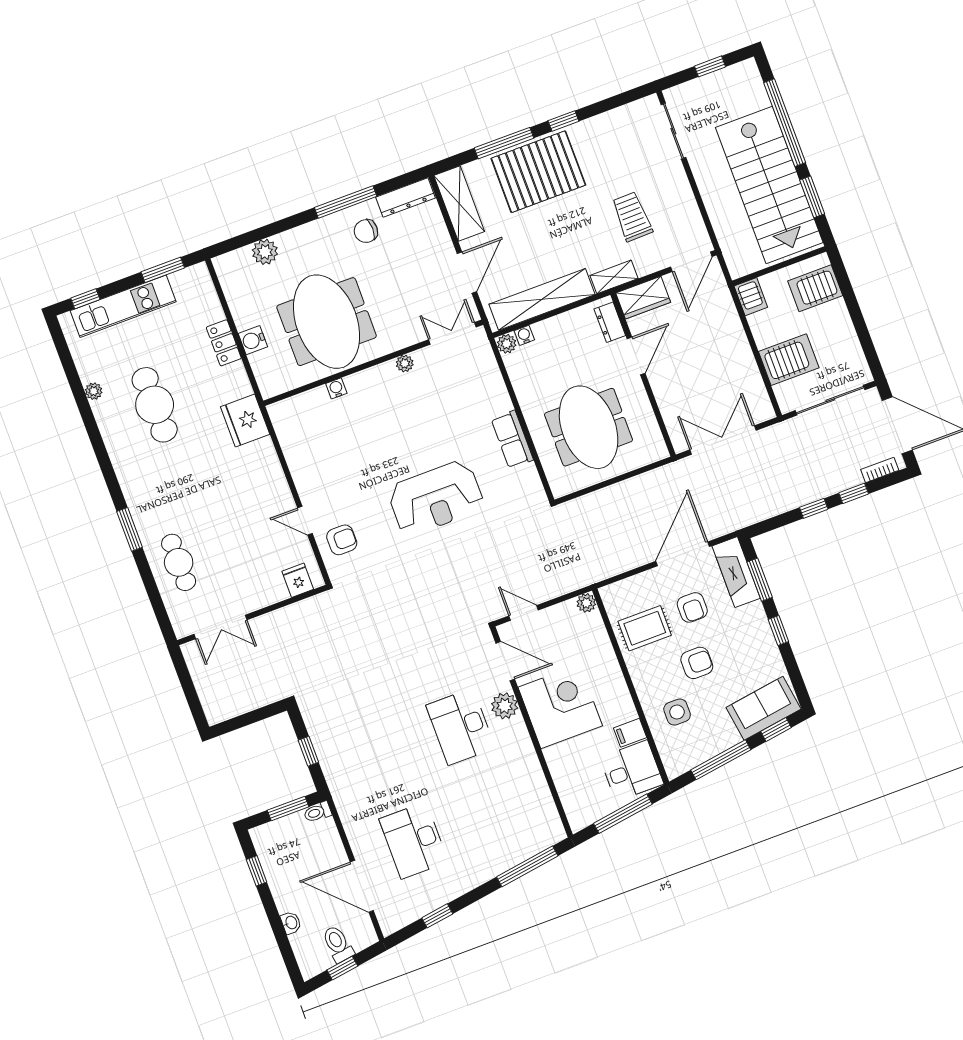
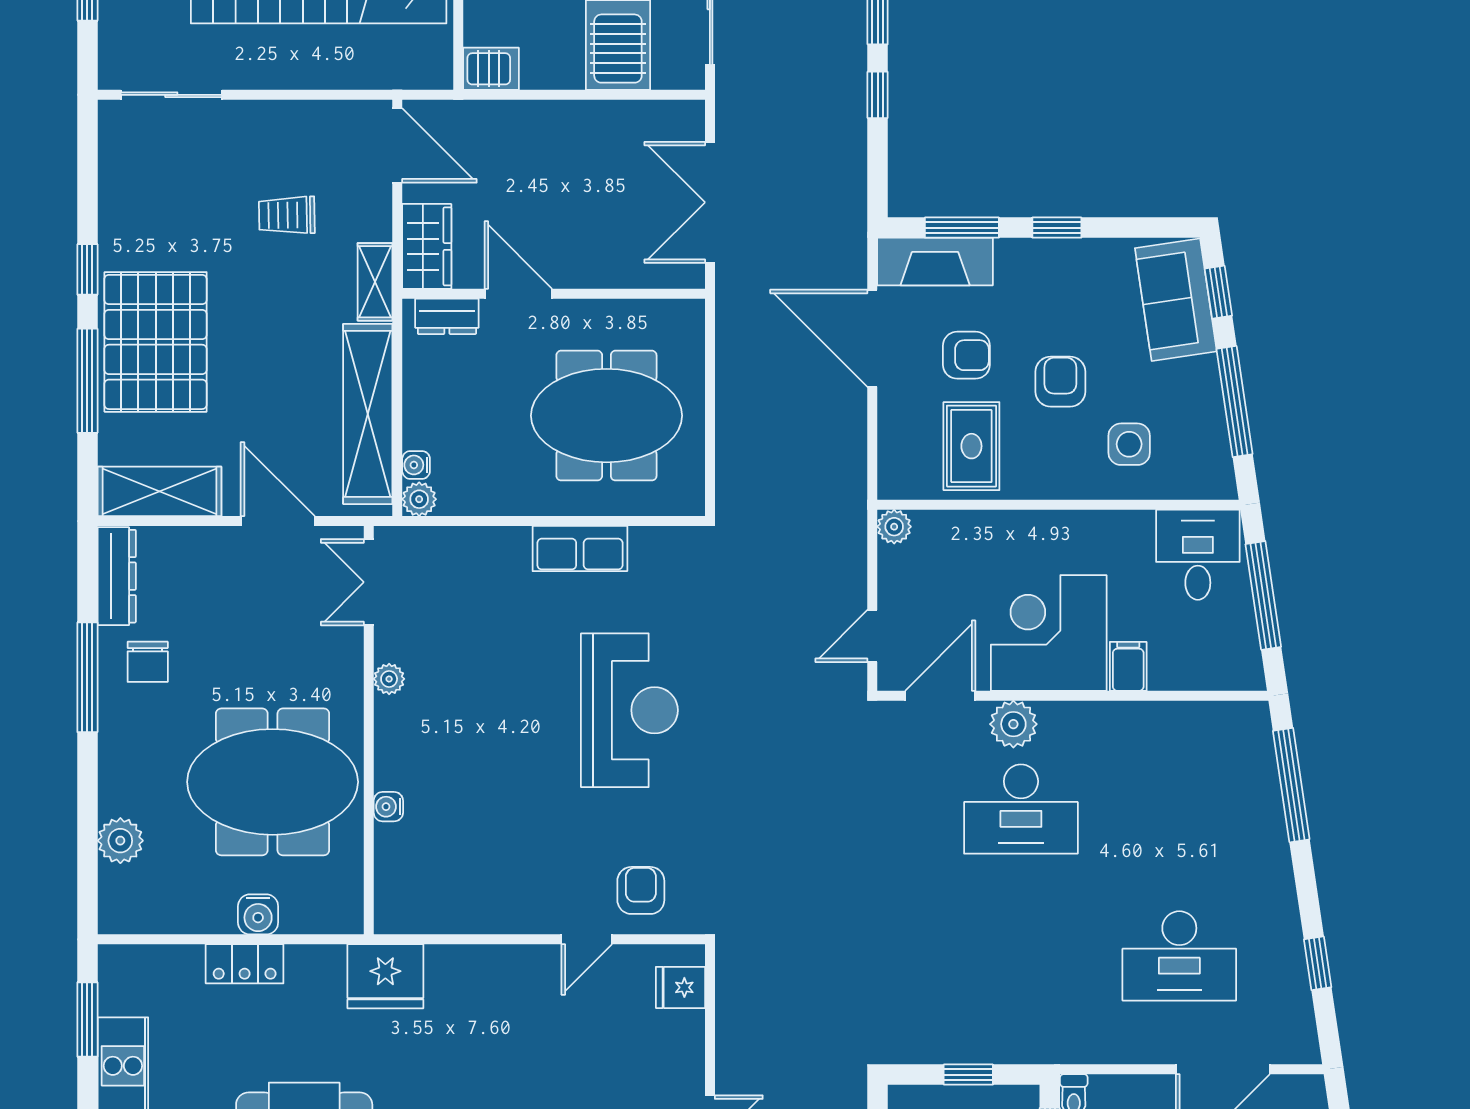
trolley: (632, 217) -> (287, 215), width x0.73, depth x0.72
filing cabinet: (630, 733) -> (1128, 666), moved, turned 180

